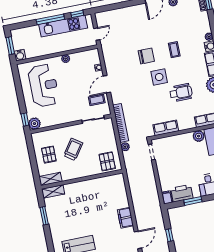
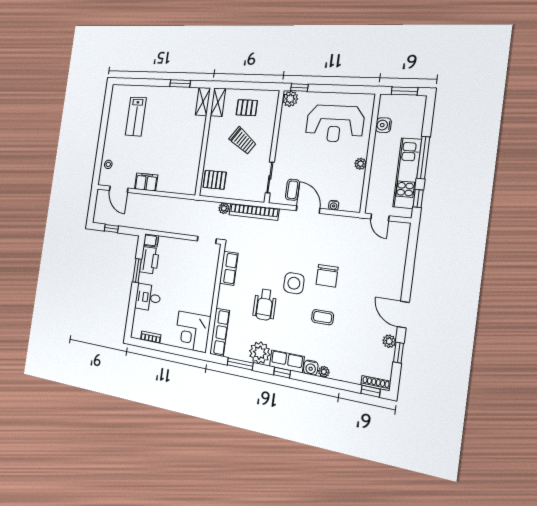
water cooler: (20, 55) -> (383, 125), moved
plant: (199, 136) -> (205, 307), removed

